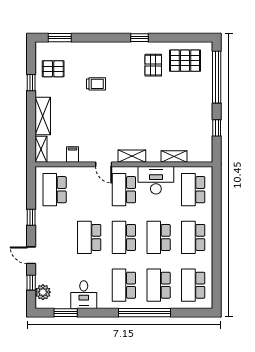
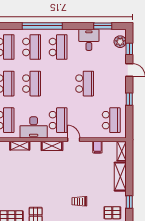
school desk: (124, 237) -> (58, 84), removed

